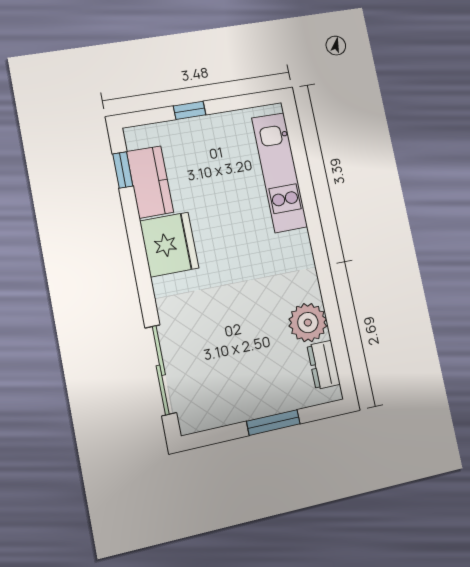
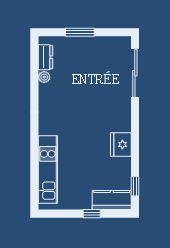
kitchen counter: (150, 182) -> (112, 200), moved, turned 90
fridge: (169, 244) -> (121, 144), width x0.73, depth x0.75
plant: (308, 323) -> (44, 77), width x0.53, depth x0.53

